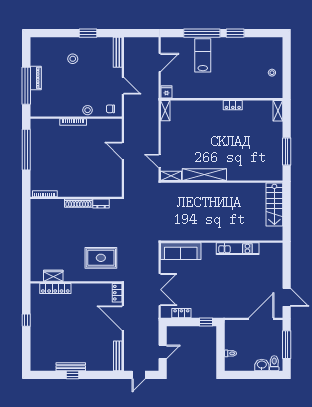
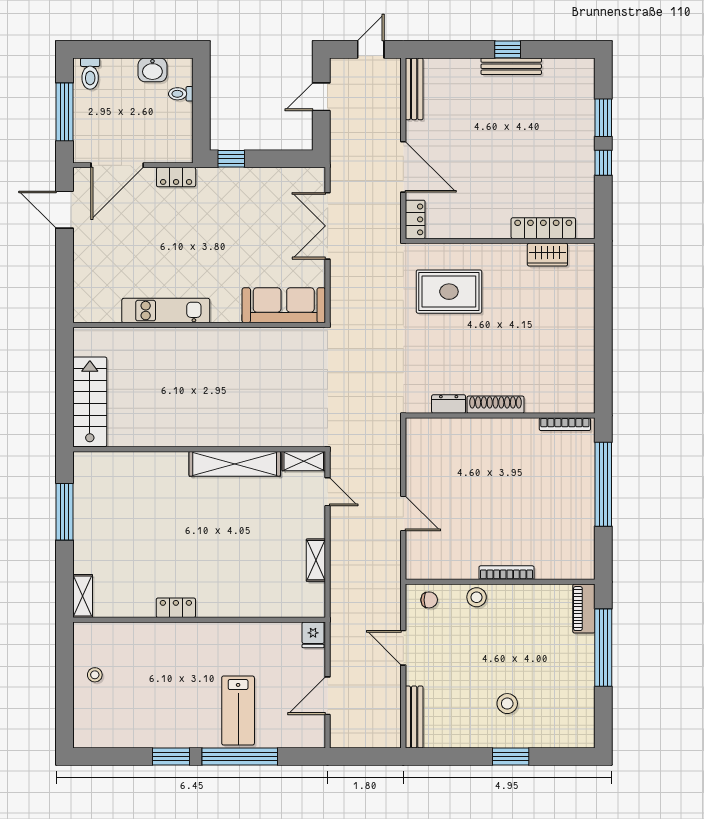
window: (88, 33) -> (511, 757), moved
piano: (36, 78) -> (584, 609), moved
shelving: (165, 111) -> (316, 560), moved
window: (26, 150) -> (603, 484), moved
locker: (181, 313) -> (176, 177), moved
window: (26, 342) -> (603, 118), added
washbasin: (262, 365) -> (152, 70), moved

